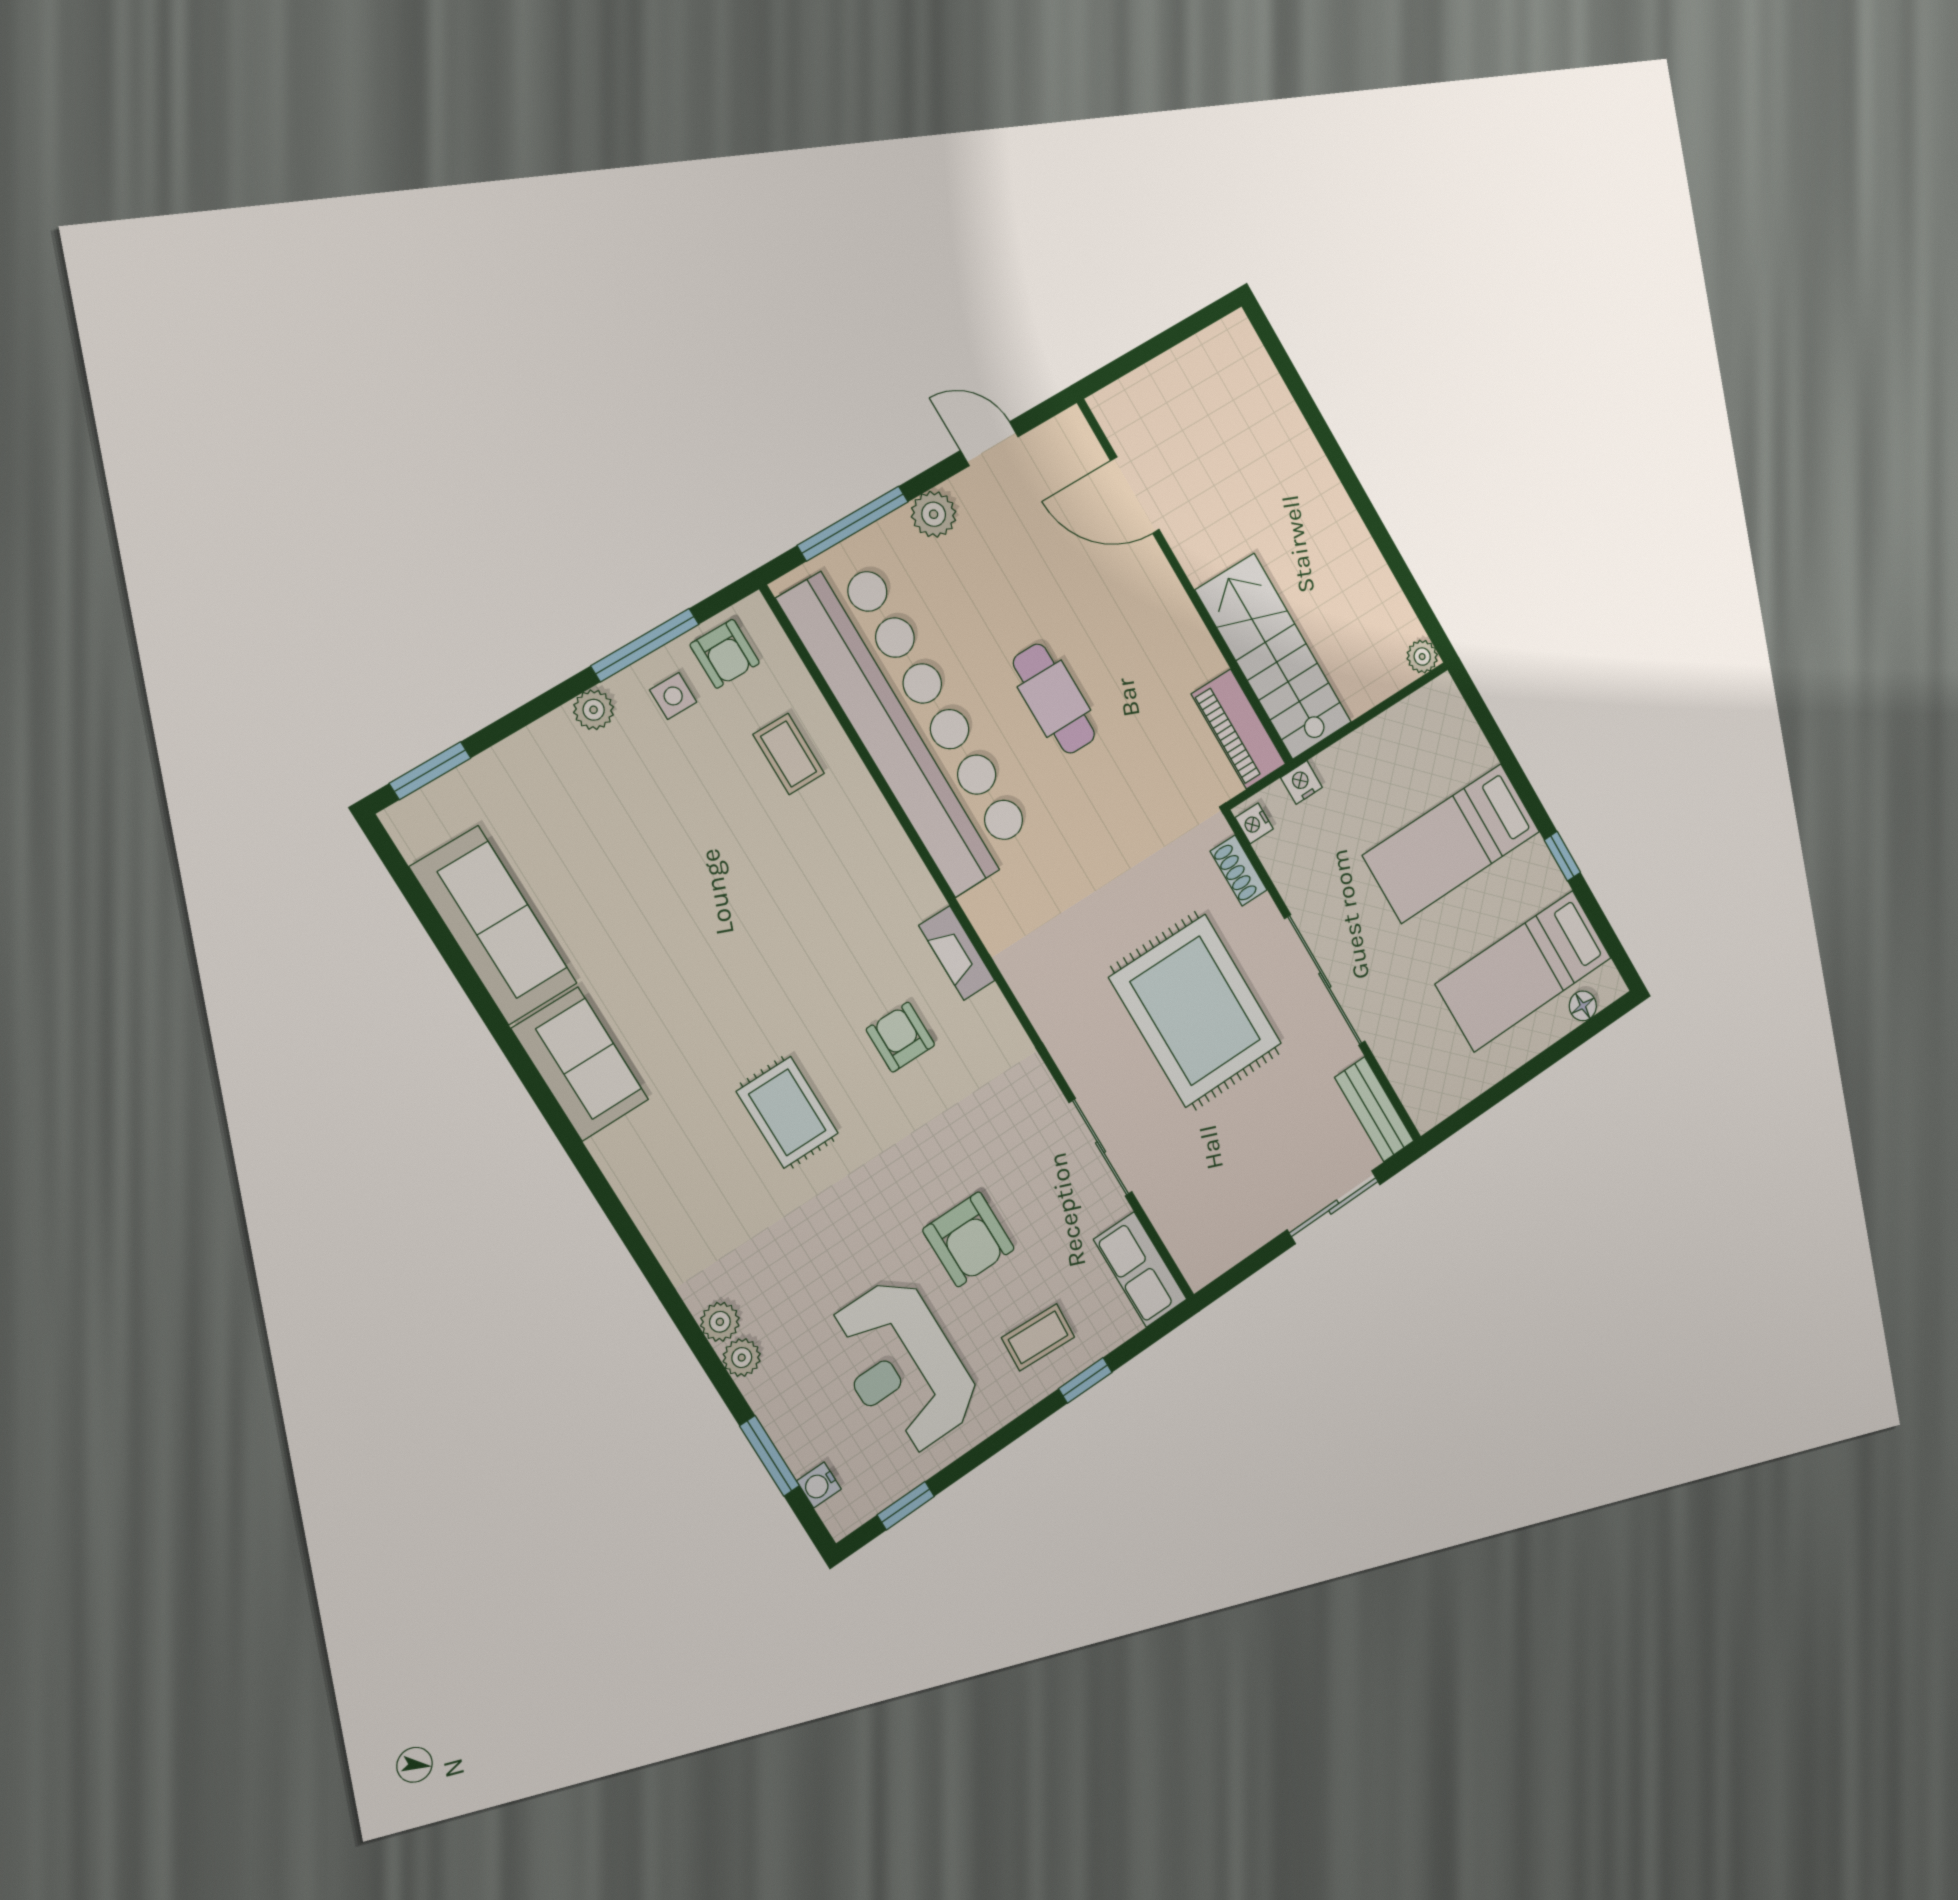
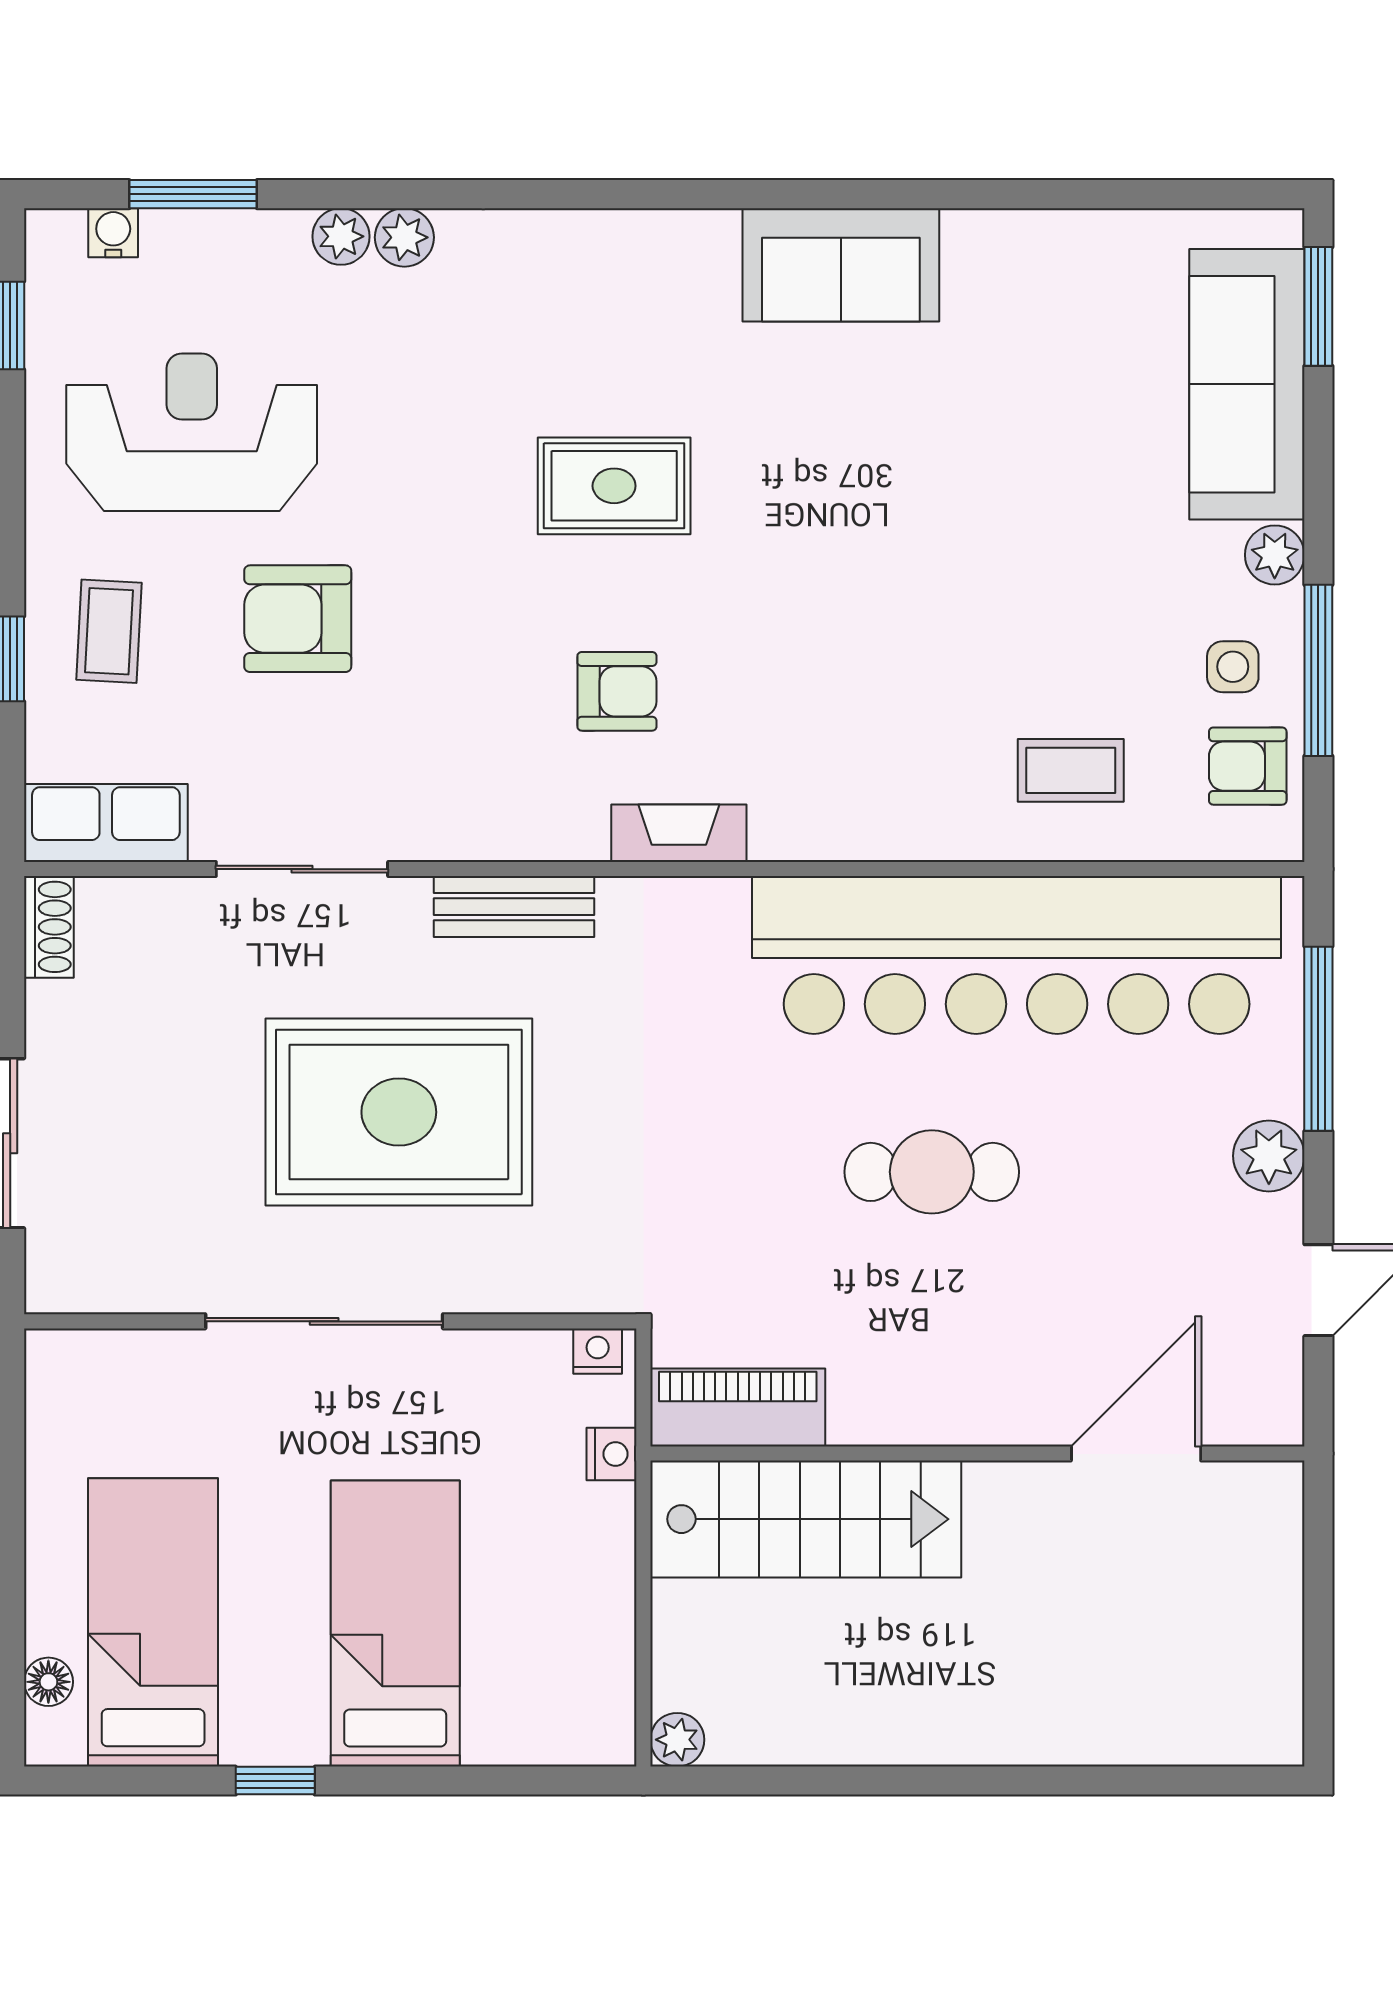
shoe rack: (1239, 870) -> (49, 927), moved, turned 90
sofa: (493, 925) -> (1247, 384), moved, turned 90
bench: (1374, 1109) -> (514, 907), moved

